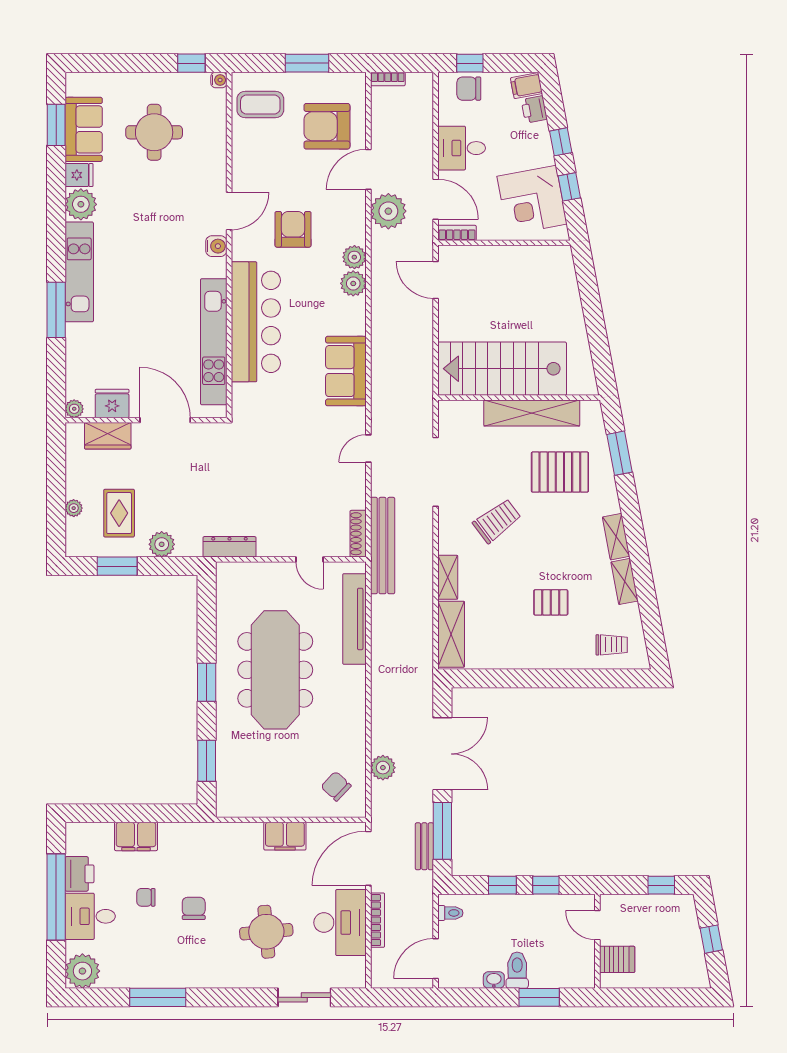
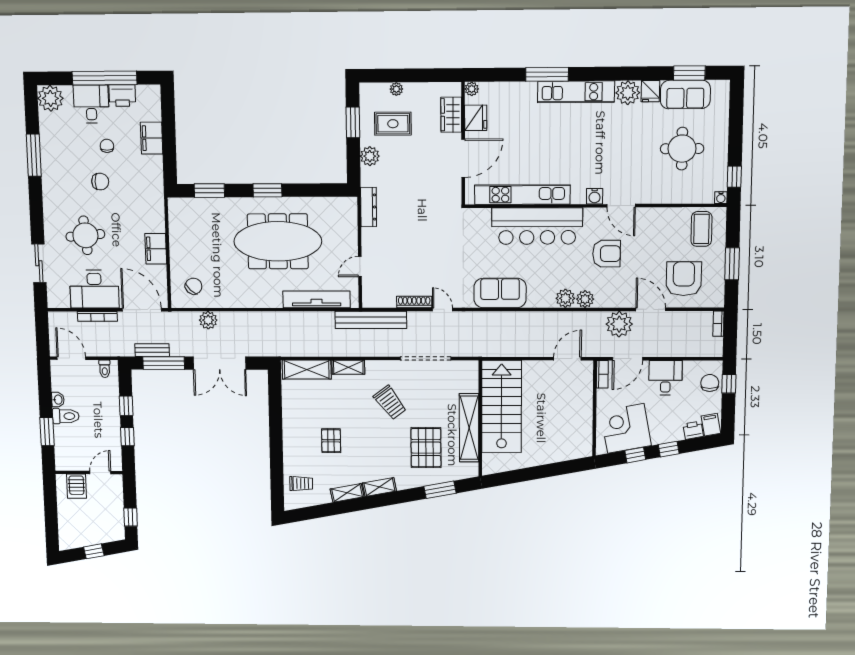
shoe rack: (358, 534) -> (414, 302), moved
trolley: (612, 645) -> (301, 484), turned -90

